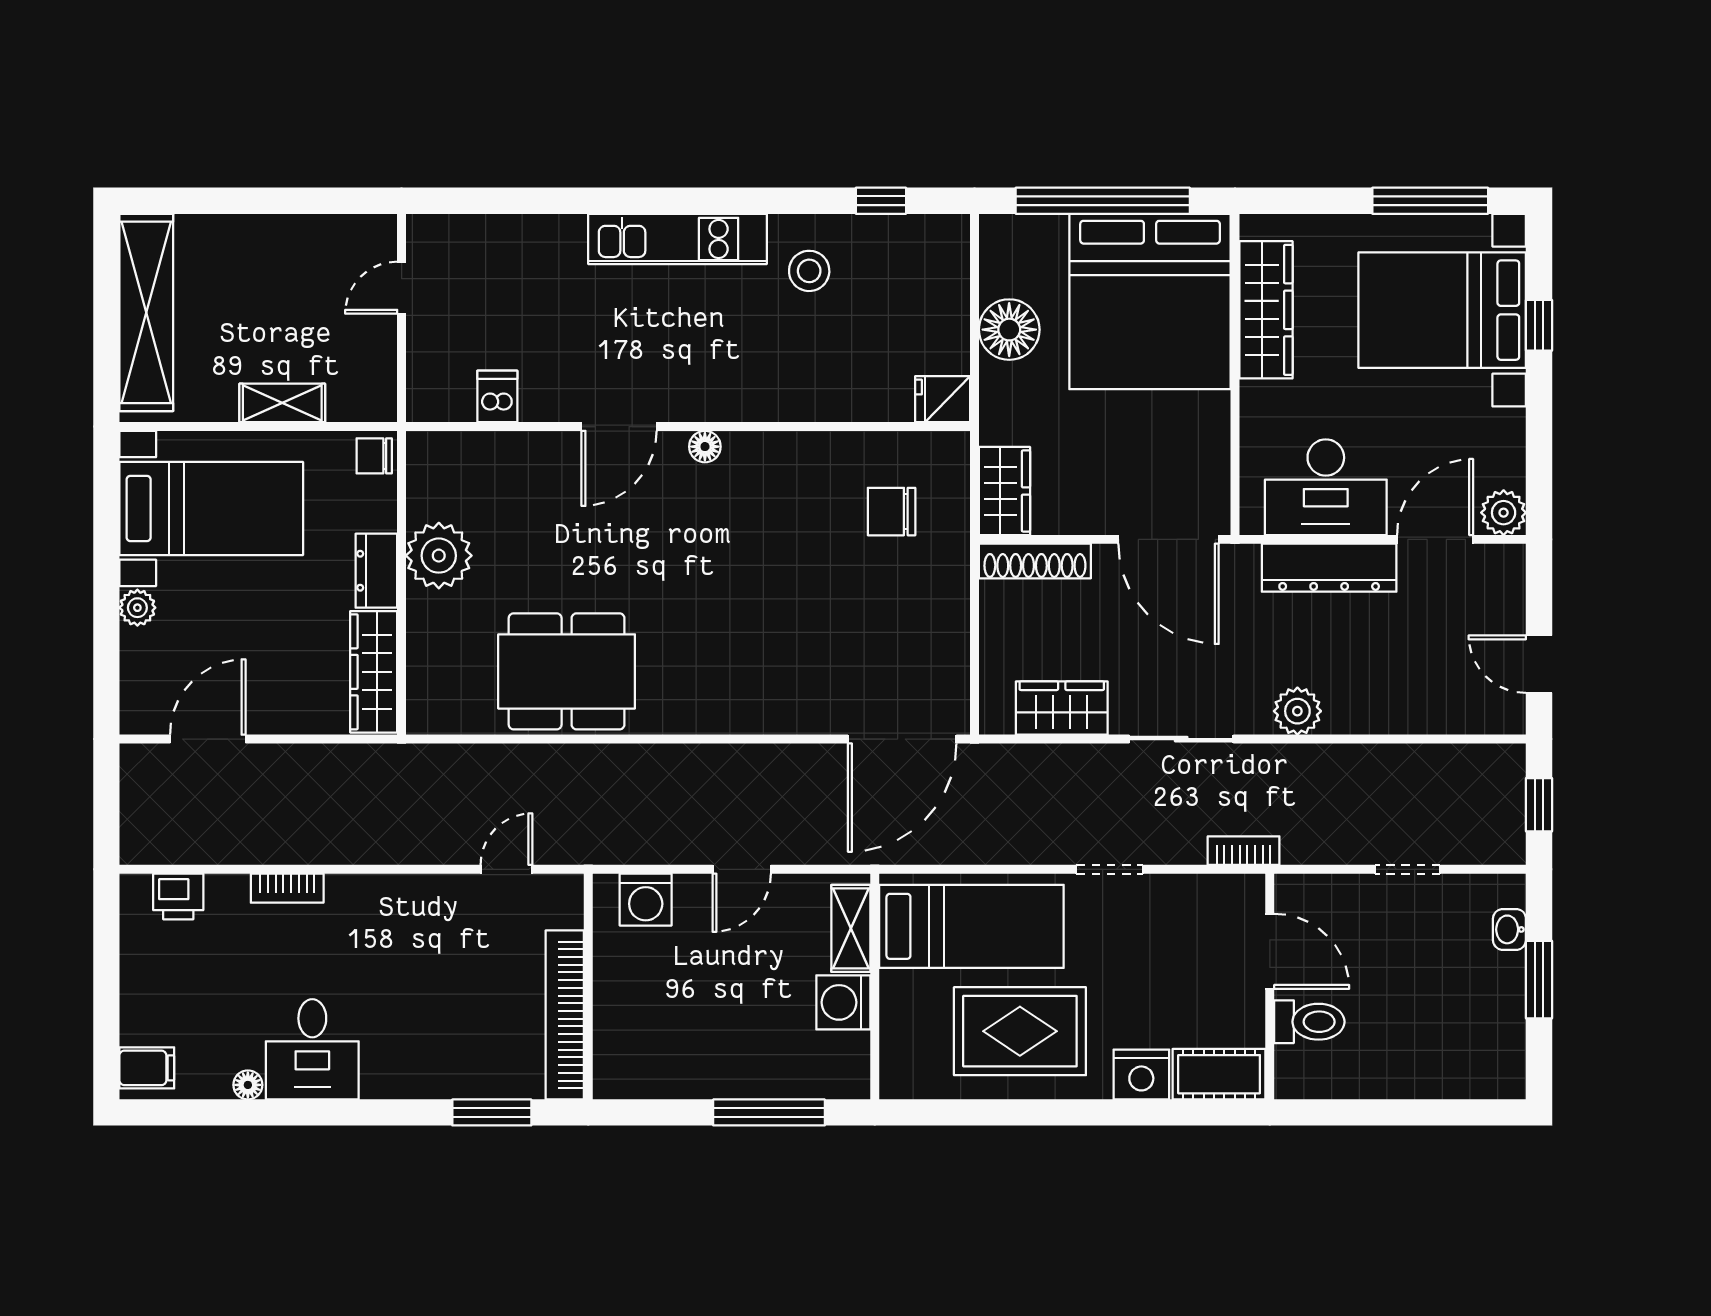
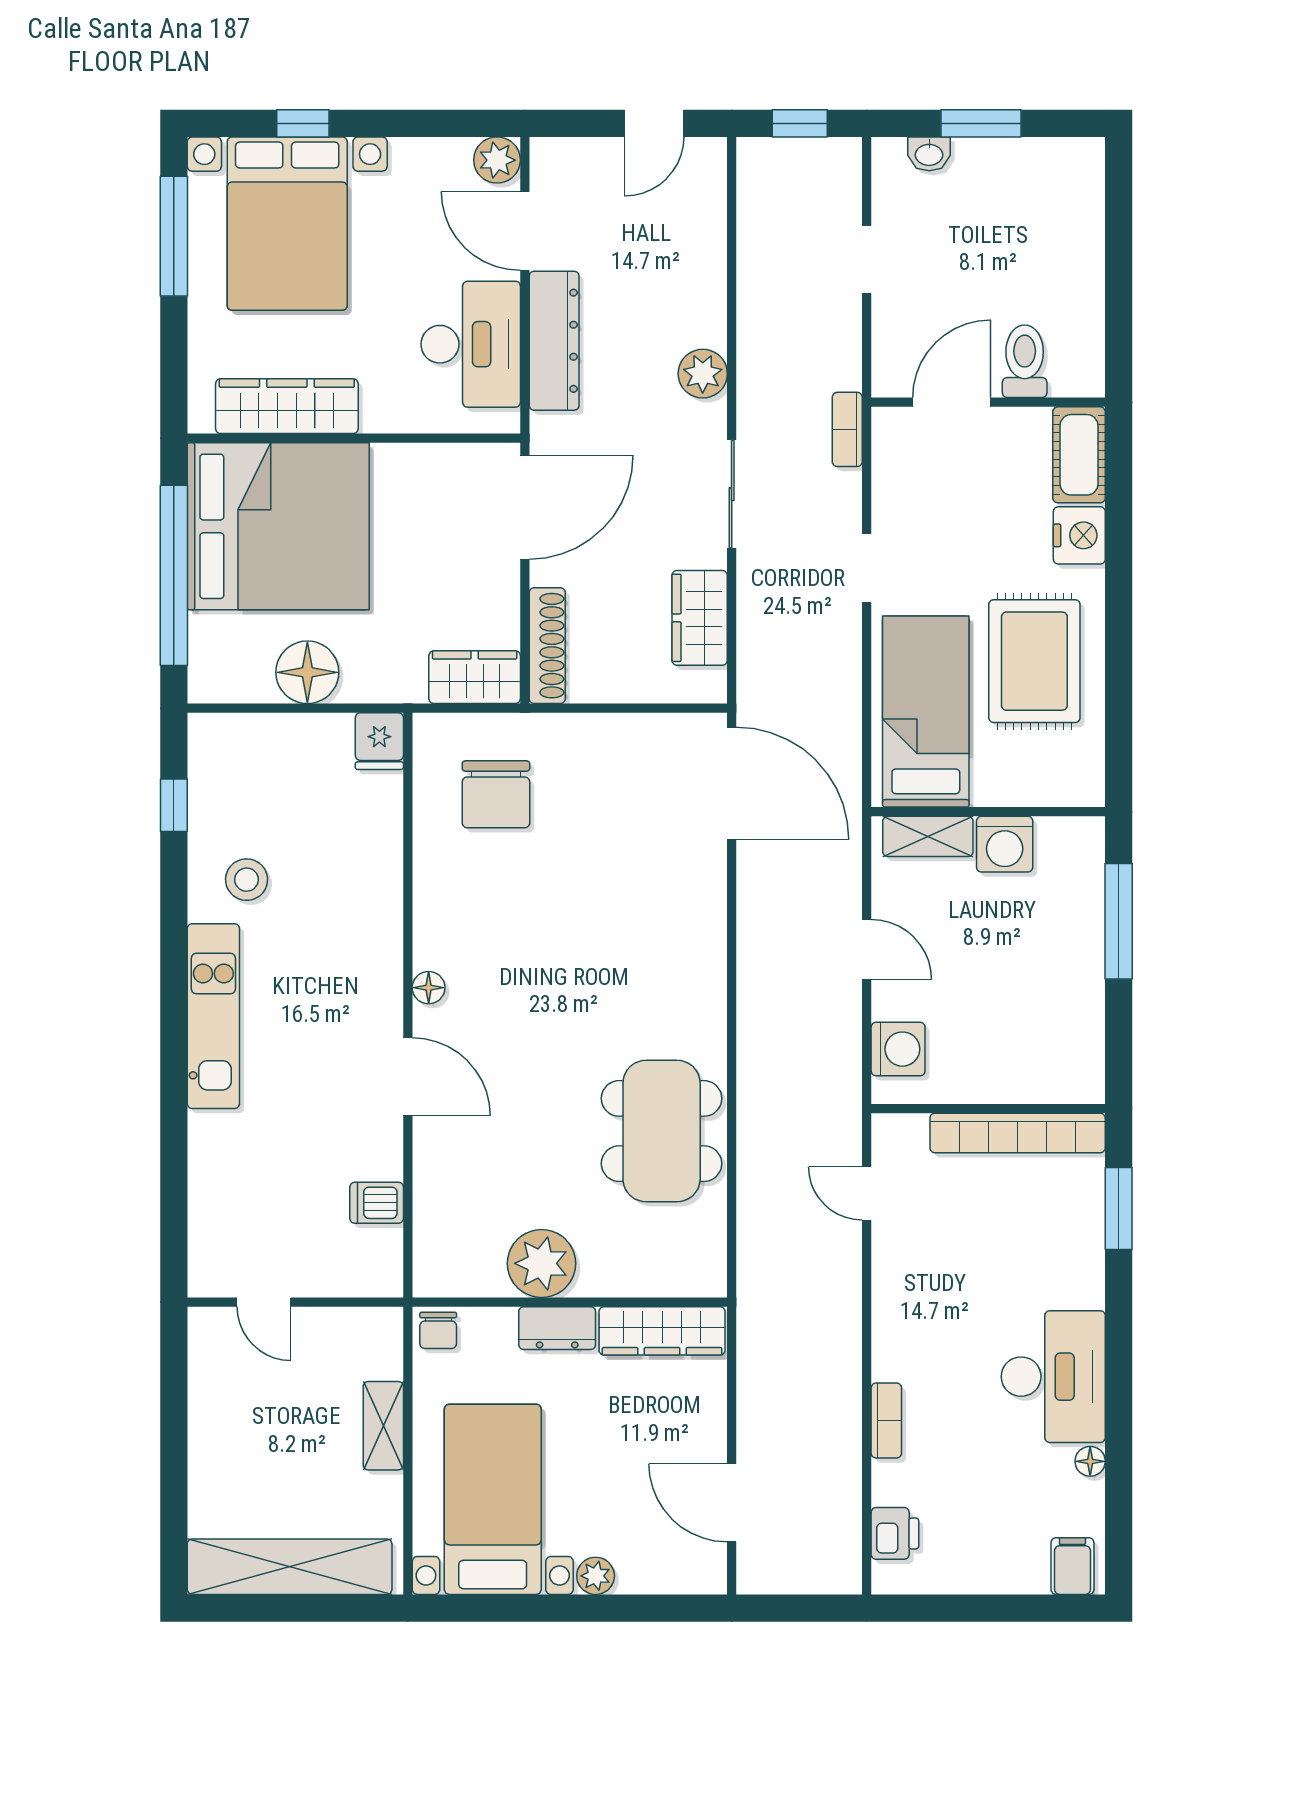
chair: (892, 512) -> (496, 794), width x1.37, depth x1.37
desk: (312, 1049) -> (1053, 1377), width x1.37

